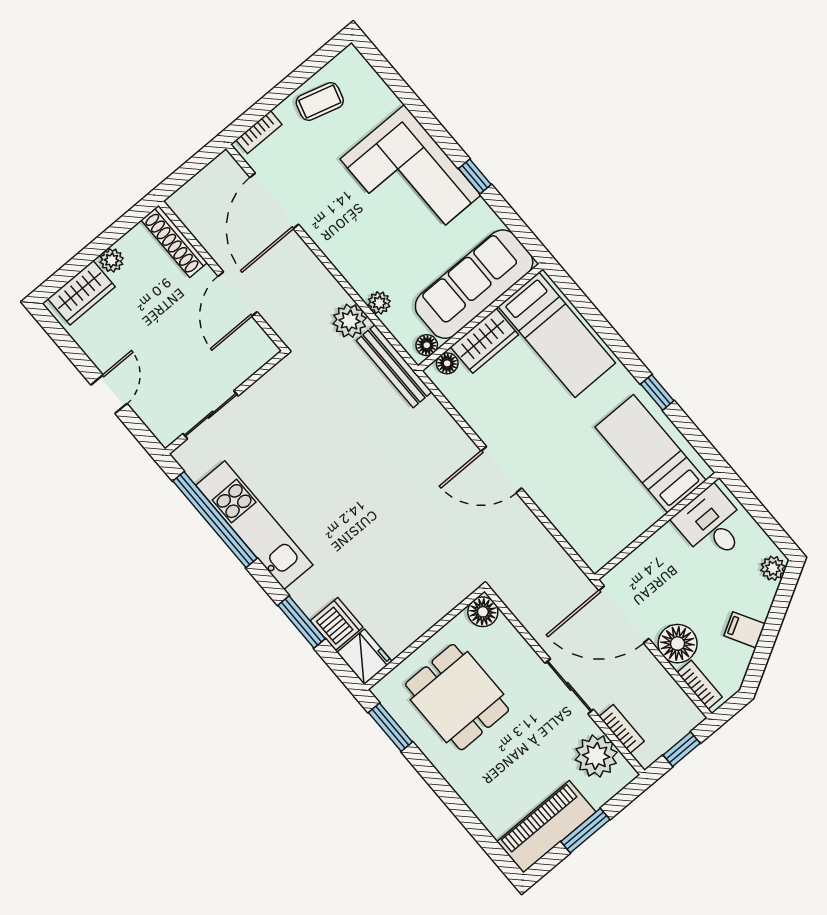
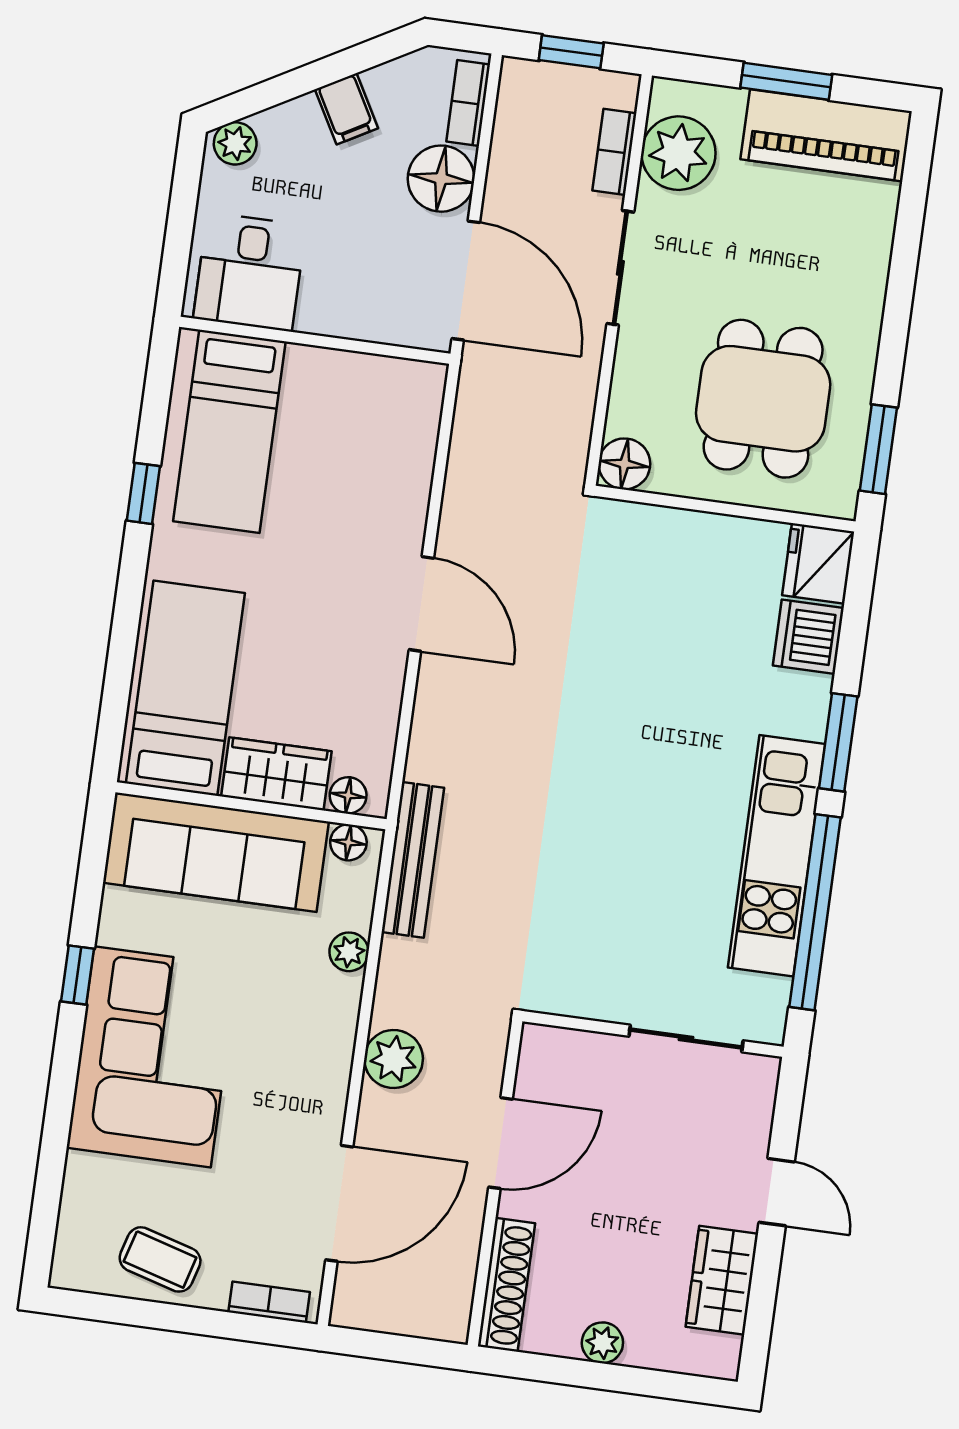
wardrobe: (81, 293) -> (722, 1280), moved, turned -90
plant: (350, 321) -> (394, 1059), moved
door: (109, 394) -> (777, 1192), swing flipped
window: (301, 622) -> (838, 742), moved

